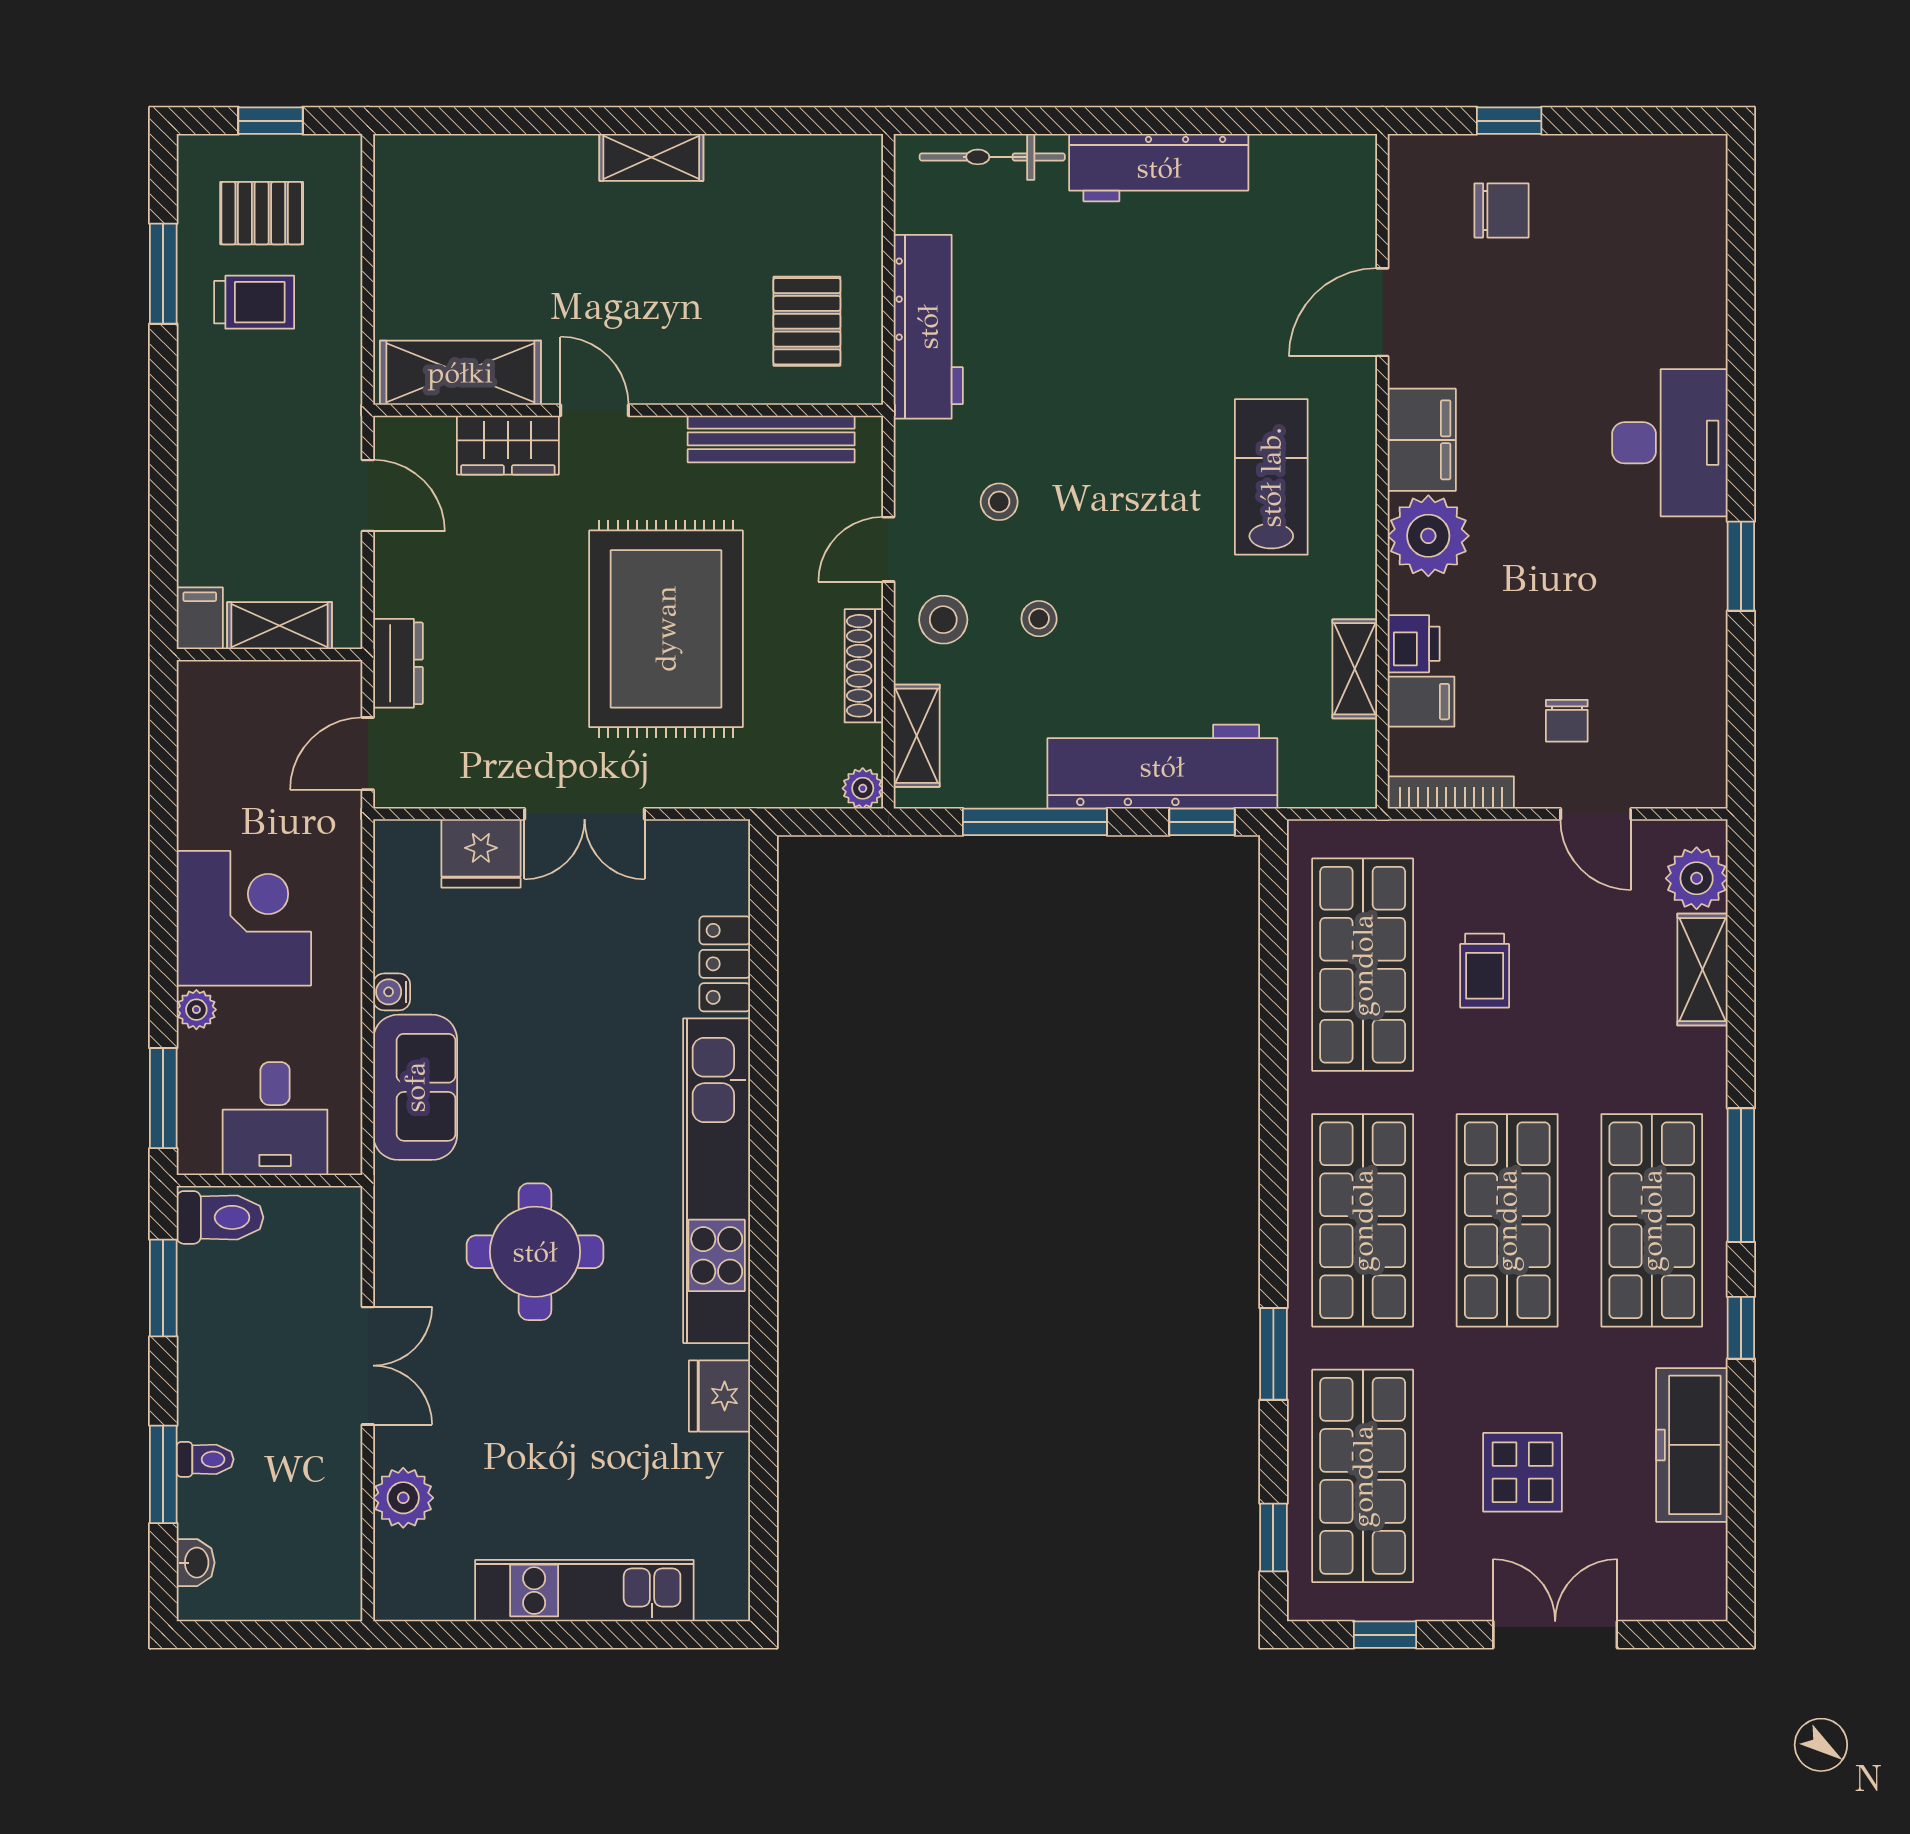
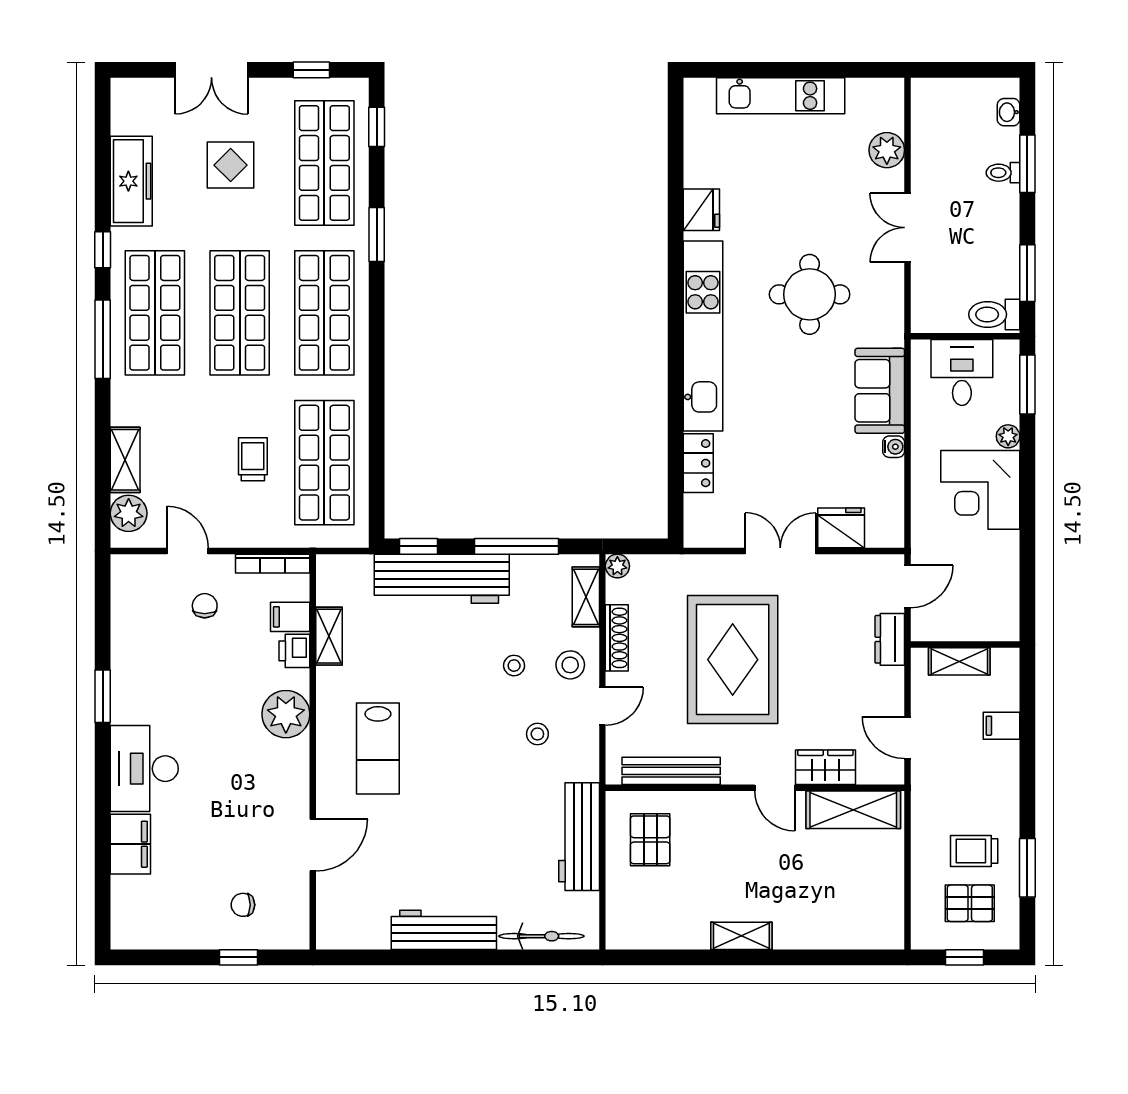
chair: (1502, 210) -> (243, 905), width x0.73, depth x0.73
filing cabinet: (1422, 440) -> (130, 844), moved, turned 180
filing cabinet: (200, 618) -> (1002, 726), moved, turned 90

